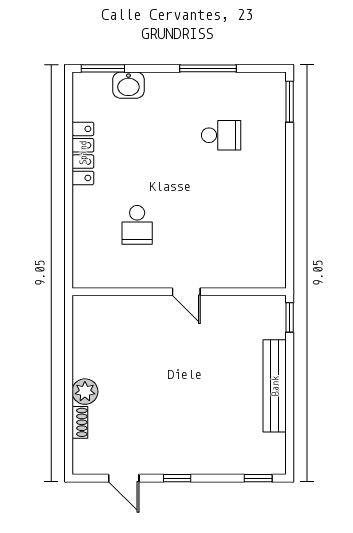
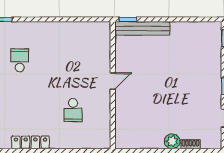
school desk: (137, 225) -> (73, 110), turned 90
bench: (275, 386) -> (142, 28), moved

